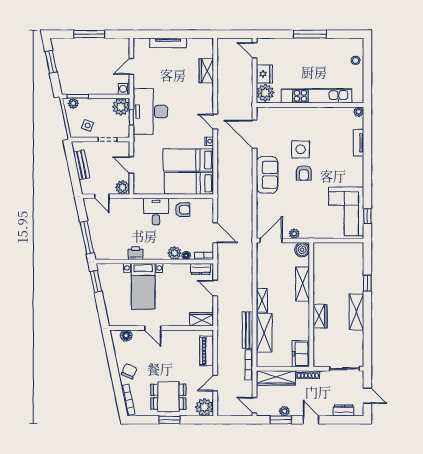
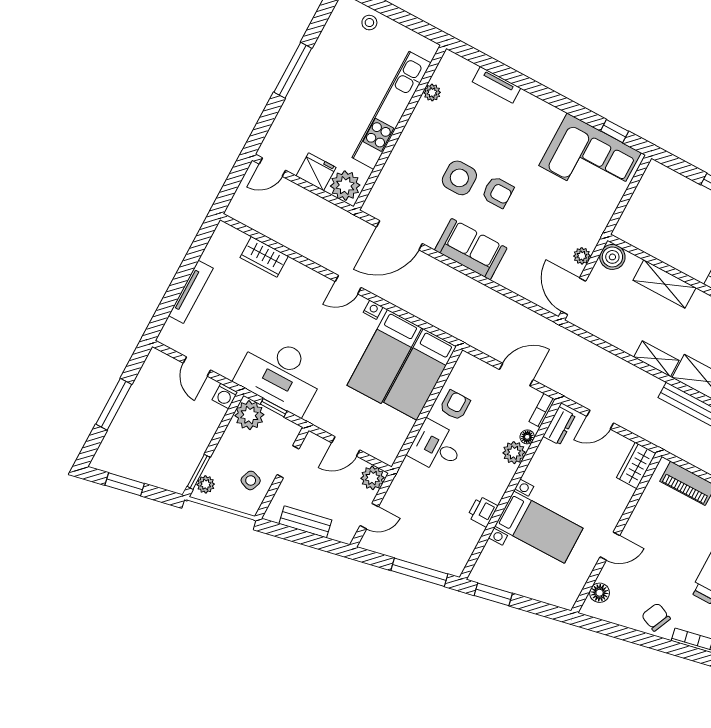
plant: (359, 112) -> (432, 93), moved

